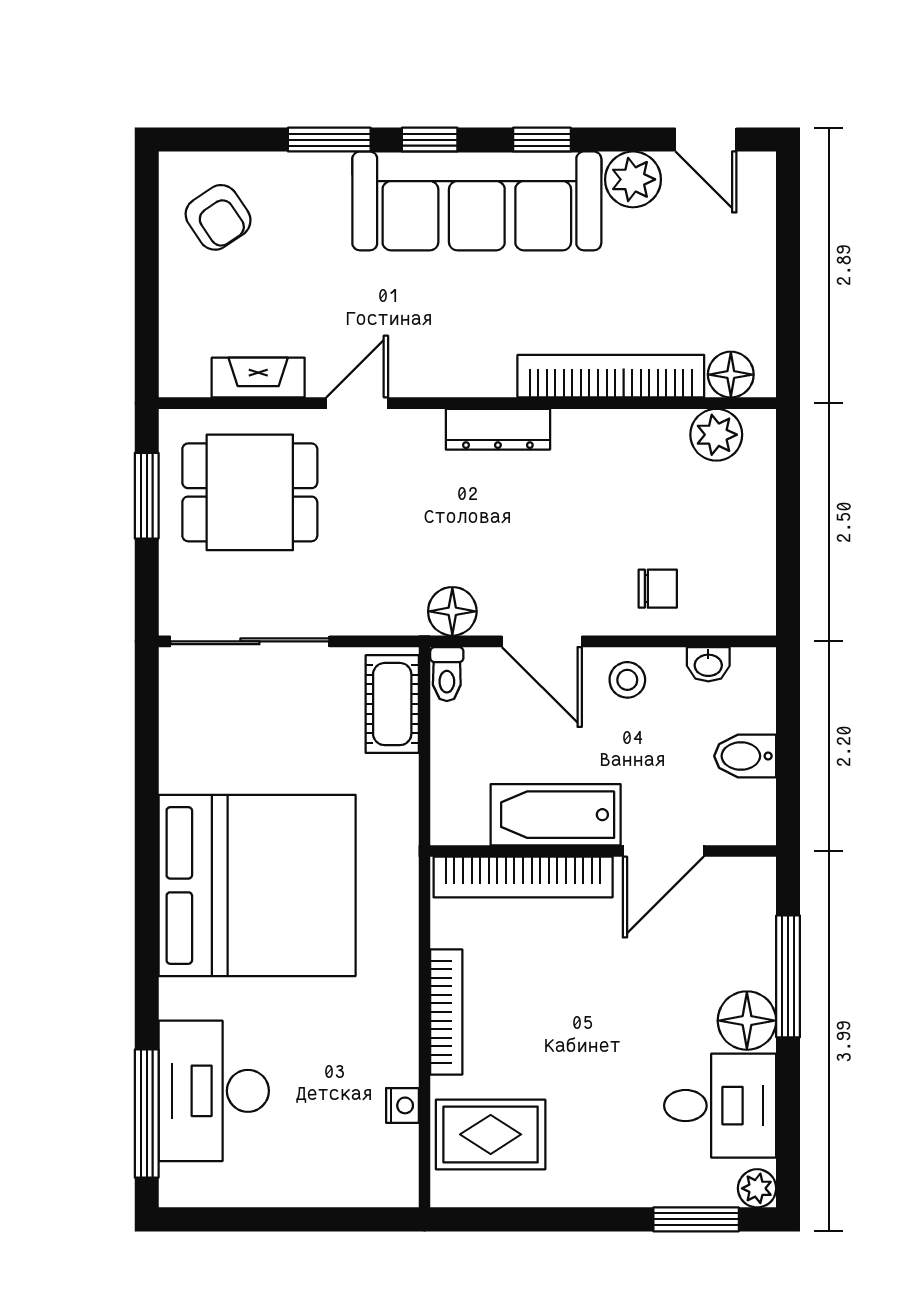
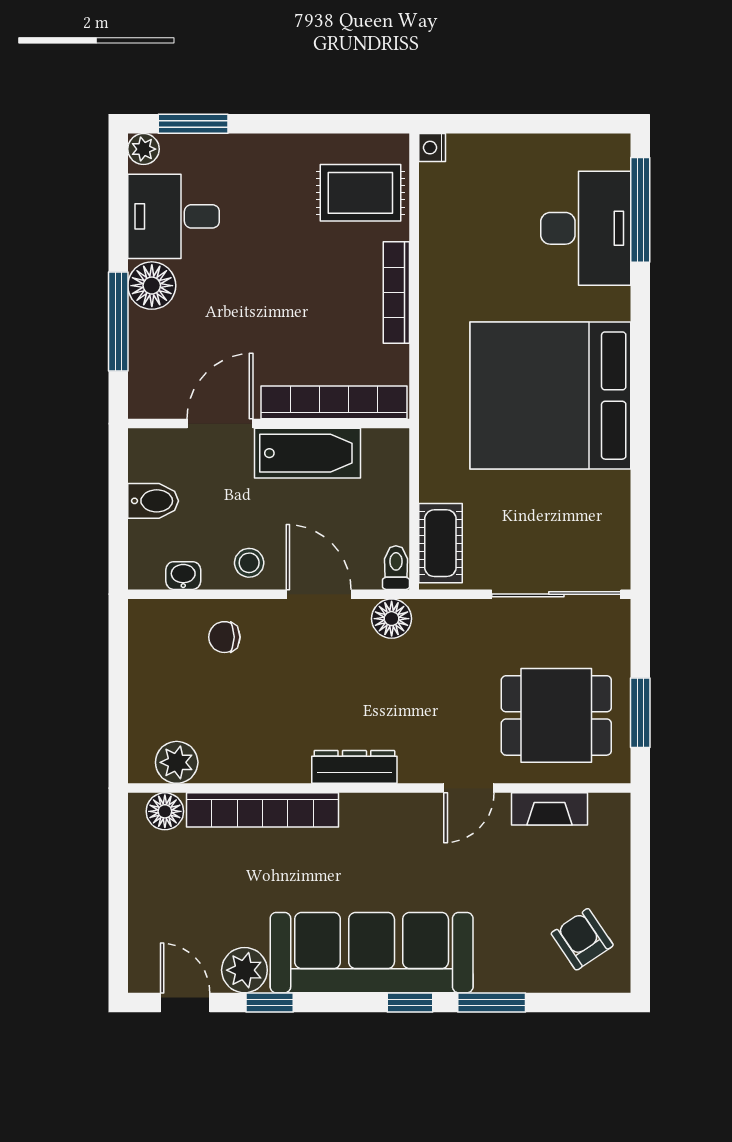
window: (542, 140) -> (270, 1003), moved
nightstand: (402, 1105) -> (432, 148), moved

